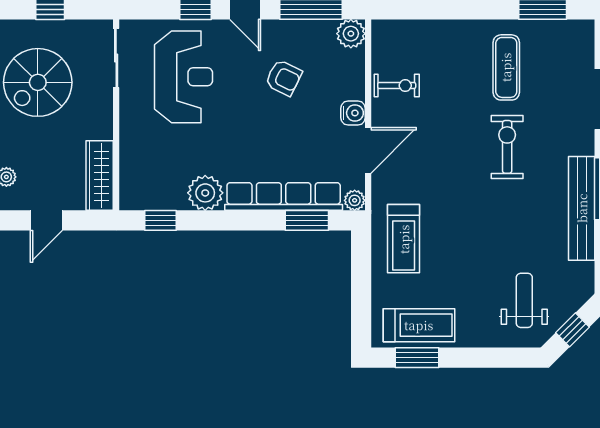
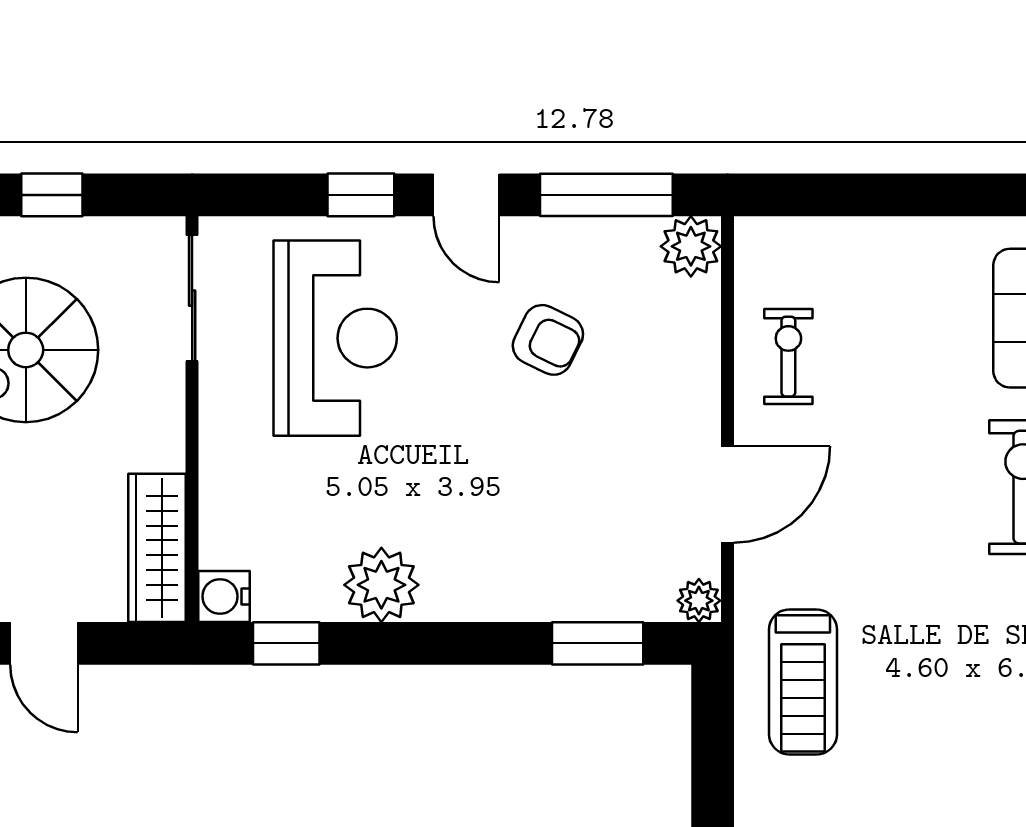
exercise bike: (397, 86) -> (788, 357), turned -90
water cooler: (353, 113) -> (224, 596), moved, turned 180
row of seats: (284, 197) -> (548, 592), removed
door: (46, 220) -> (44, 643), hinge flipped

